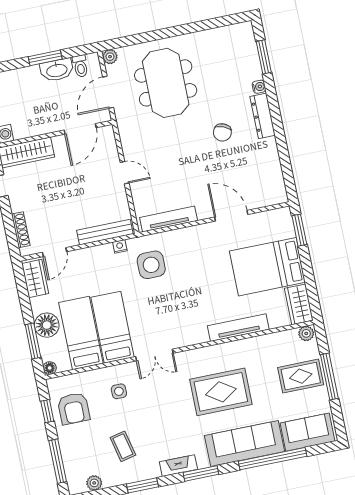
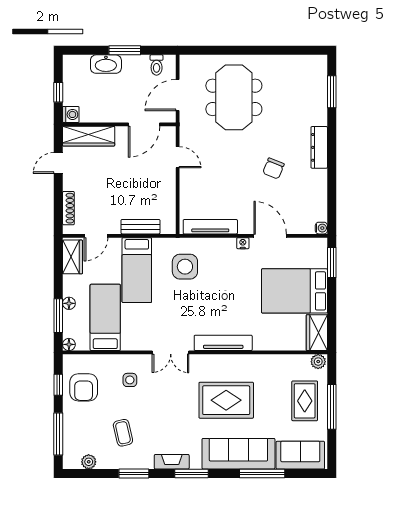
plant: (110, 57) -> (186, 62), removed
washbasin: (57, 70) -> (106, 64), moved
water cooler: (259, 87) -> (321, 228), moved
chair: (222, 132) -> (273, 168), moved
door: (125, 173) -> (178, 157), moved
bench: (105, 232) -> (141, 227), width x0.73
nightstand: (120, 246) -> (243, 243), moved
floor lamp: (47, 325) -> (69, 303), width x0.53, depth x0.53
bed: (113, 327) -> (137, 270), moved, turned 180
tv unit: (238, 328) -> (223, 343), moved
rug: (301, 376) -> (305, 401), turned 90
window: (273, 459) -> (262, 473), width x0.68

